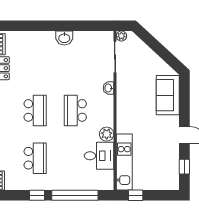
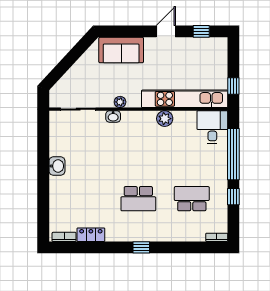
plant: (121, 36) -> (120, 102), moved
school desk: (35, 110) -> (138, 199), turned 180
school desk: (75, 110) -> (138, 154), removed
desk: (99, 156) -> (212, 127), moved
kitchen unit: (124, 162) -> (185, 99), width x1.36

